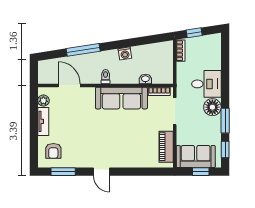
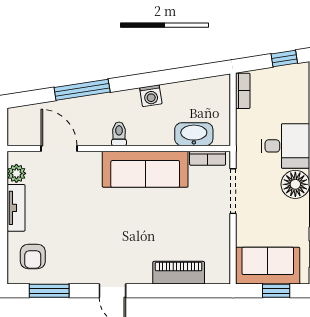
window: (194, 33) -> (284, 59), moved
washbasin: (145, 79) -> (194, 134), width x1.91, depth x1.45
piano: (166, 147) -> (179, 273), moved, turned 90

